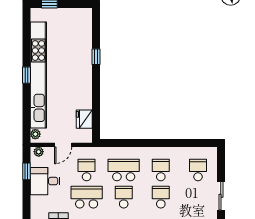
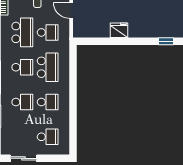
window: (96, 57) -> (166, 41), moved
fridge: (84, 119) -> (119, 30), moved

